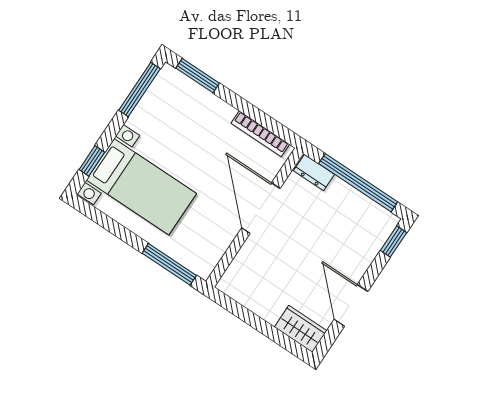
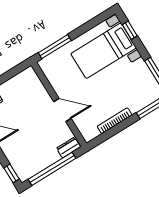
bookcase: (260, 134) -> (115, 121), moved
door: (261, 208) -> (62, 110), width x0.73

